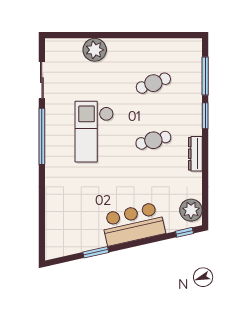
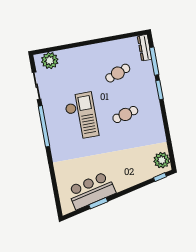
plant: (95, 50) -> (50, 61), moved
checkout: (94, 132) -> (81, 116), turned 180
dresser: (195, 154) -> (145, 48), moved
bar counter: (133, 224) -> (91, 191), moved

